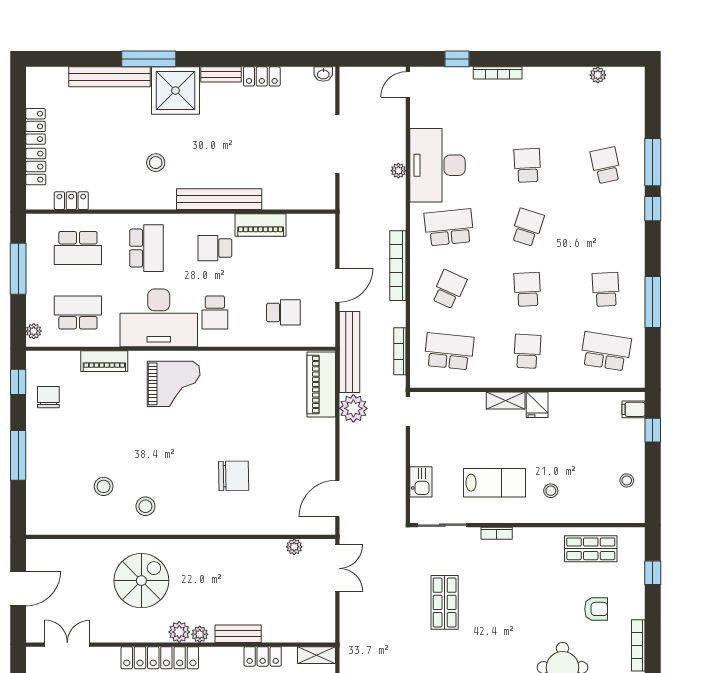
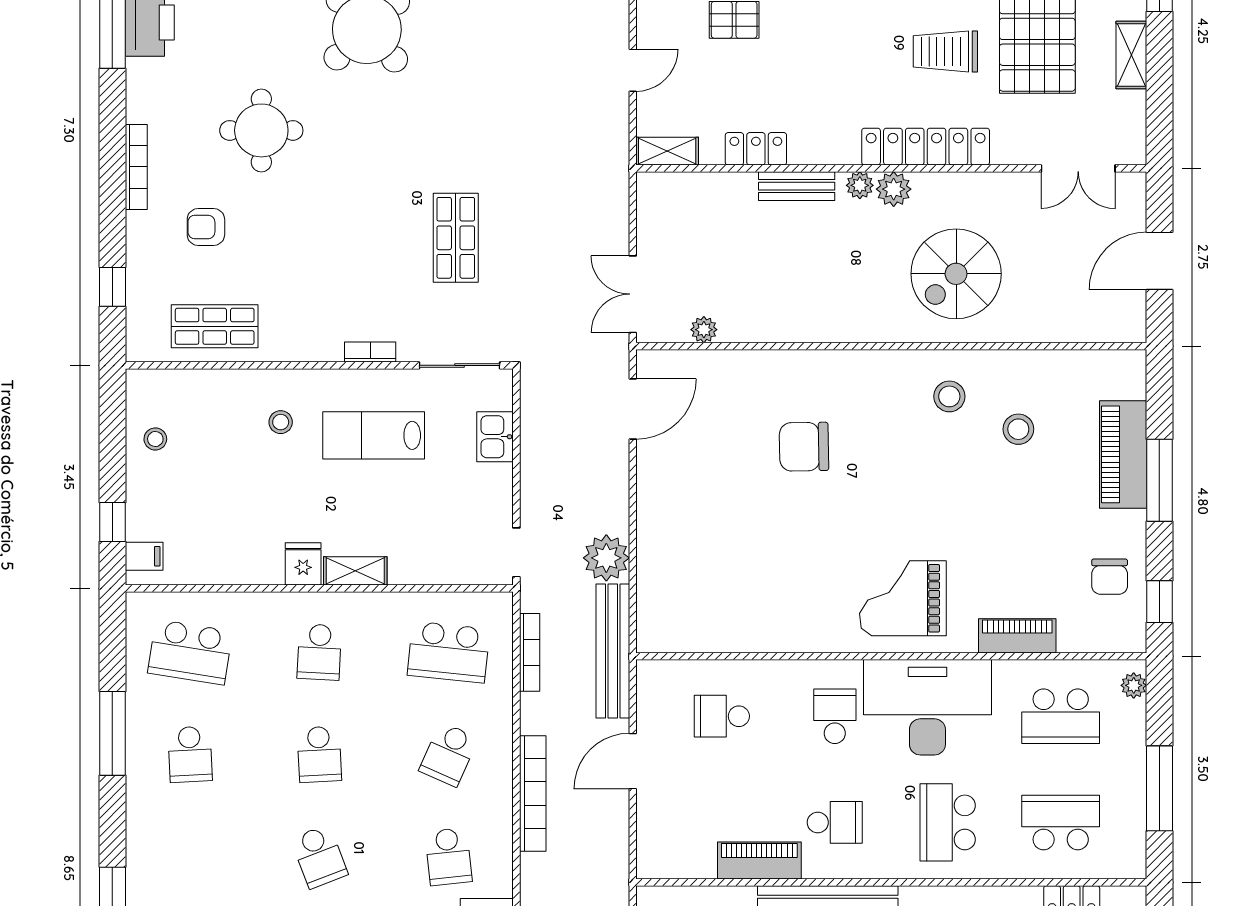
school desk: (449, 227) -> (449, 857), width x0.54
school desk: (527, 227) -> (319, 857), turned -39
piano: (321, 385) -> (1123, 454), moved, turned 180

